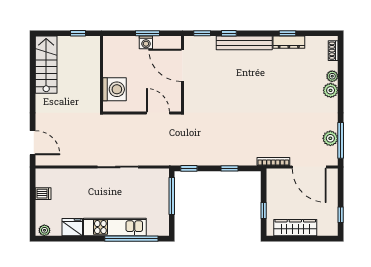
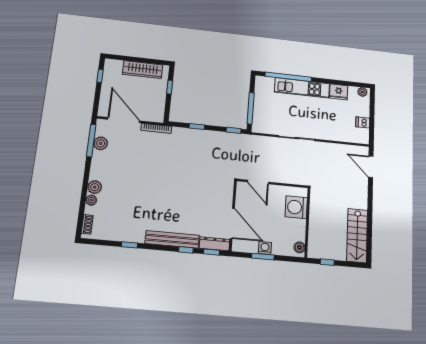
dresser: (289, 42) -> (215, 244), moved
boiler: (109, 46) -> (299, 247), added

